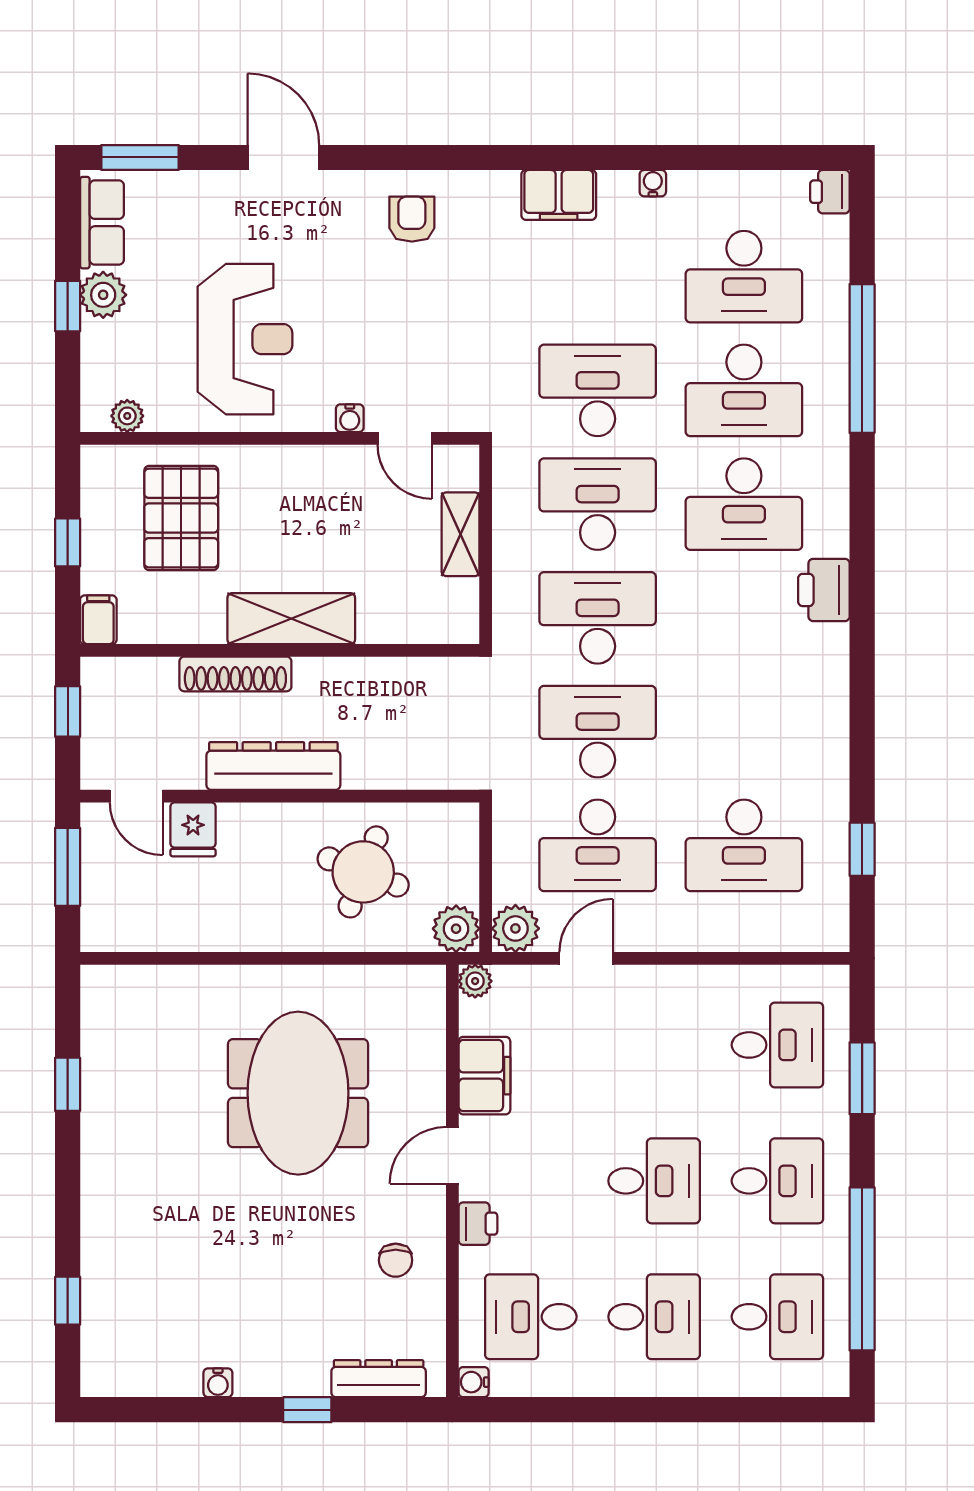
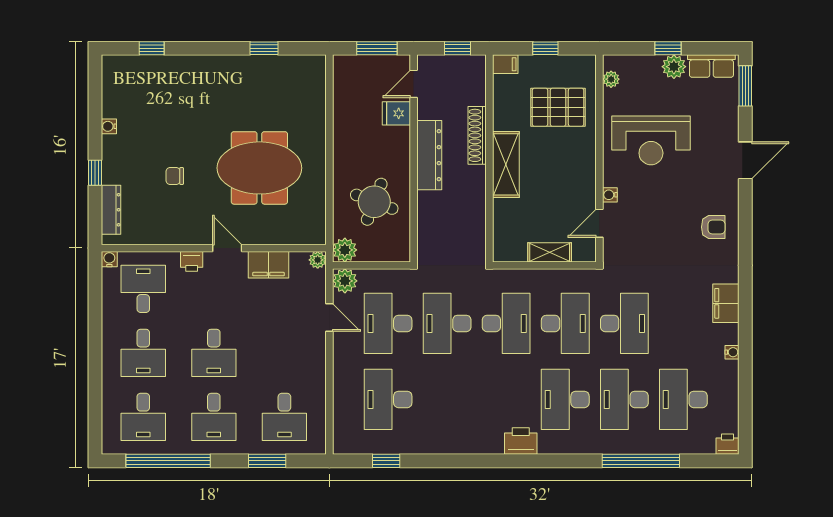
desk: (598, 732) -> (447, 323), turned 180
chair: (396, 1260) -> (175, 176), moved

